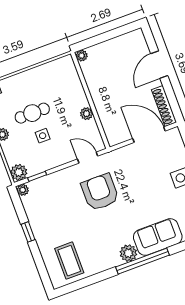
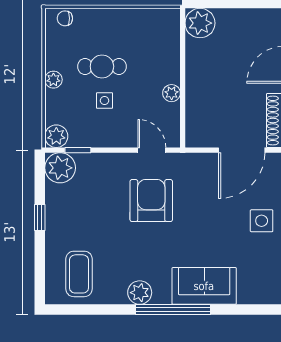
plant: (82, 56) -> (200, 23), width x1.88, depth x1.88
door: (149, 135) -> (242, 150), swing flipped
plant: (23, 190) -> (60, 168), width x1.88, depth x1.88
plant: (128, 253) -> (140, 293), moved

